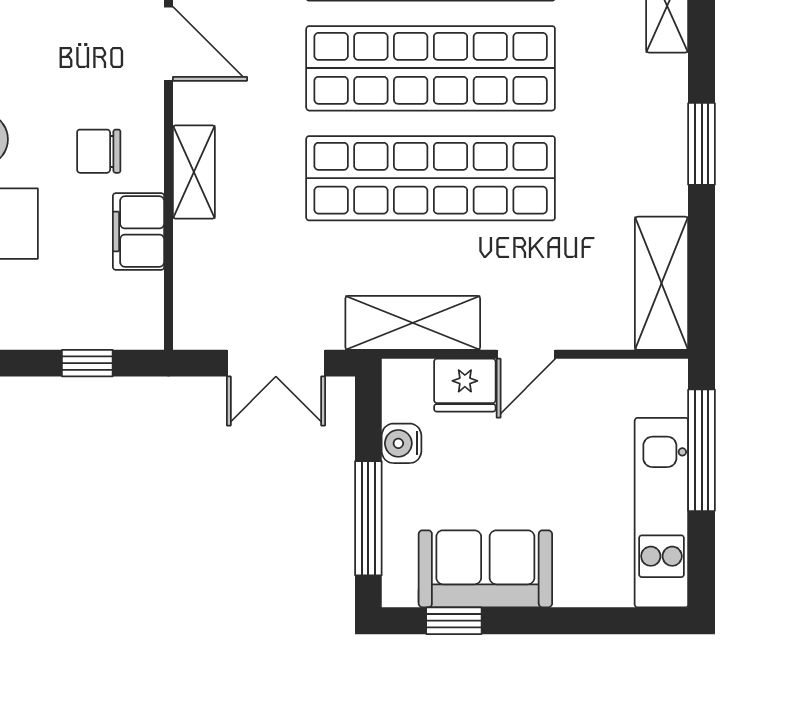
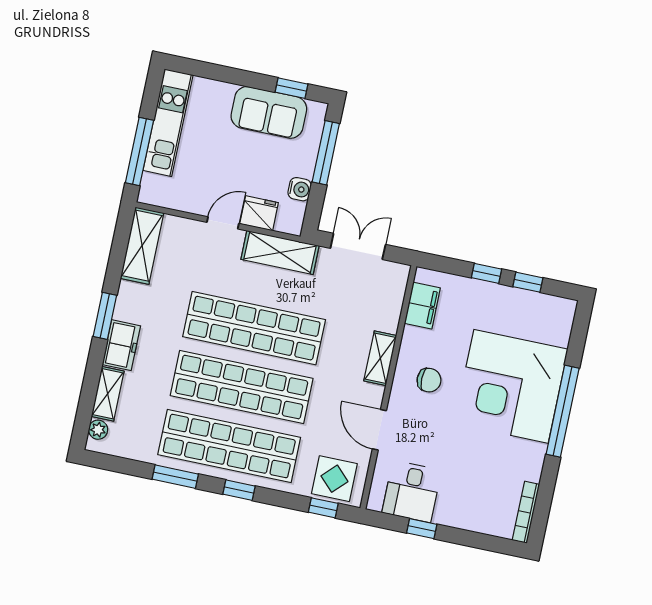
freezer: (661, 98) -> (121, 345), added
filing cabinet: (139, 231) -> (422, 306), moved
window: (87, 363) -> (486, 273), moved

